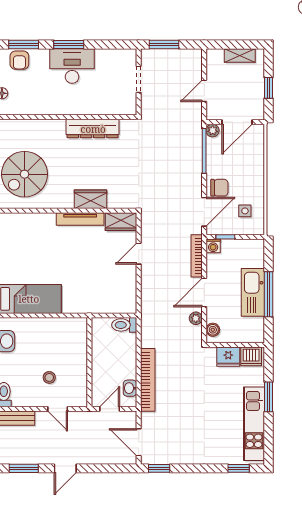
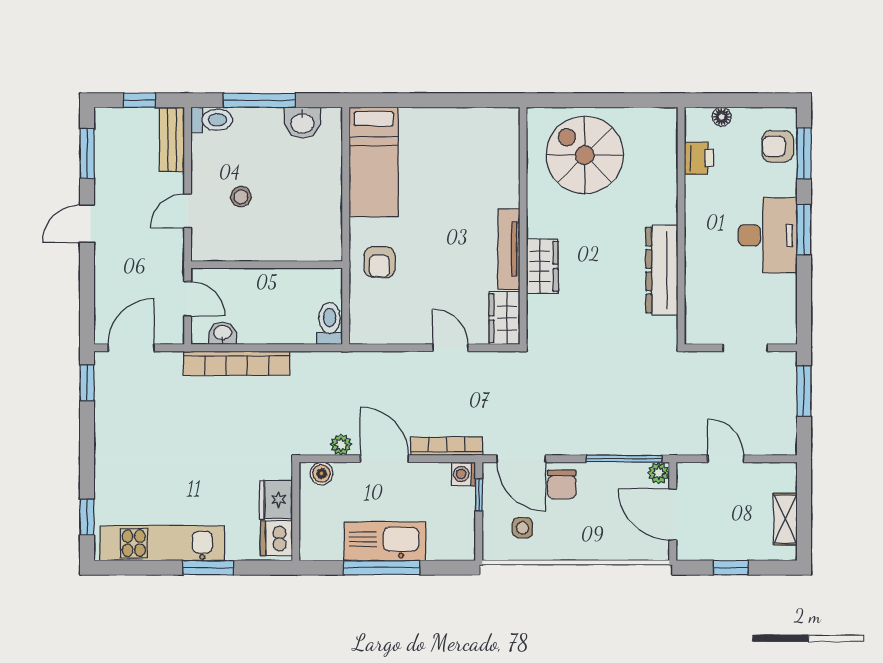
printer: (26, 107) -> (699, 158), added
armchair: (88, 295) -> (380, 262), added
door: (65, 468) -> (87, 224), hinge flipped

